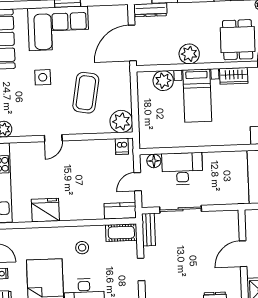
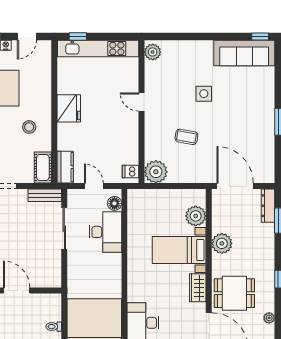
corner sofa: (58, 28) -> (253, 112), removed
coffee table: (86, 93) -> (186, 137), width x0.54, depth x0.58
fridge: (45, 210) -> (69, 108), moved

